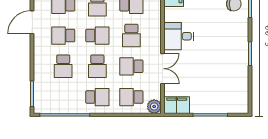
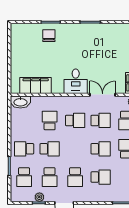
school desk: (97, 36) -> (75, 149), removed
school desk: (131, 66) -> (101, 120), turned -90

